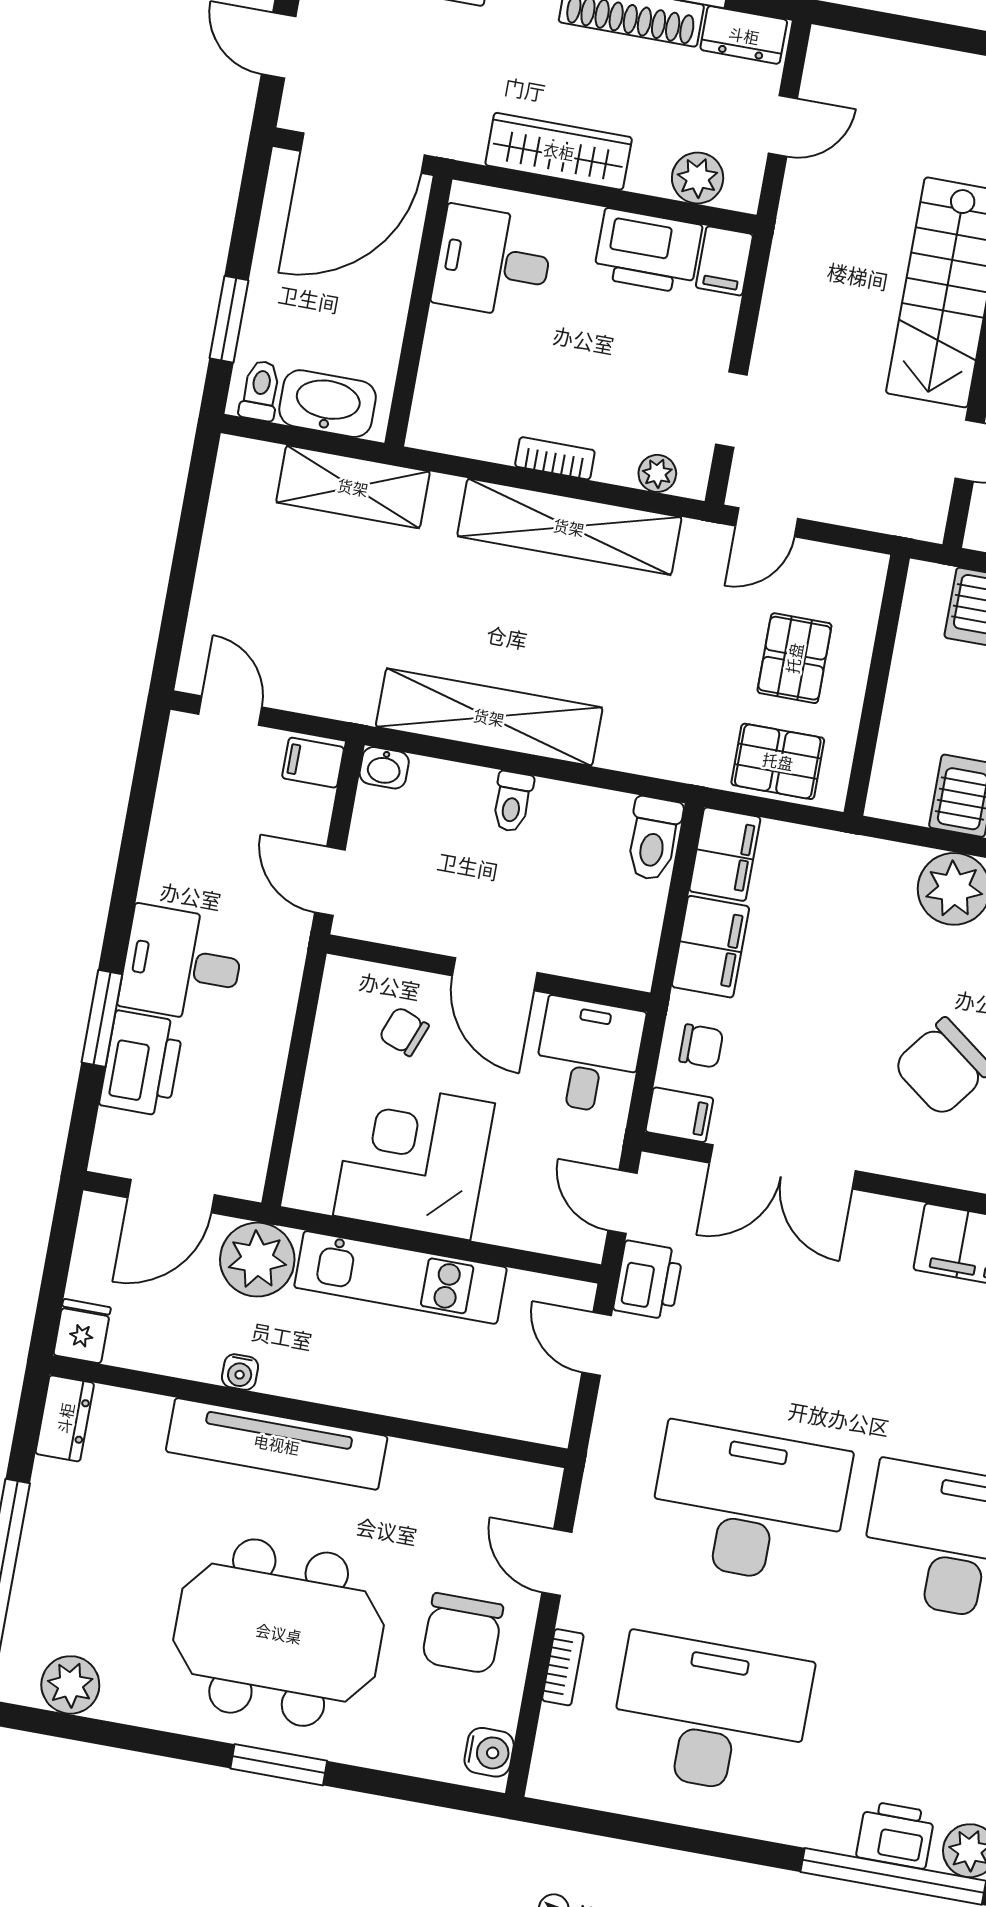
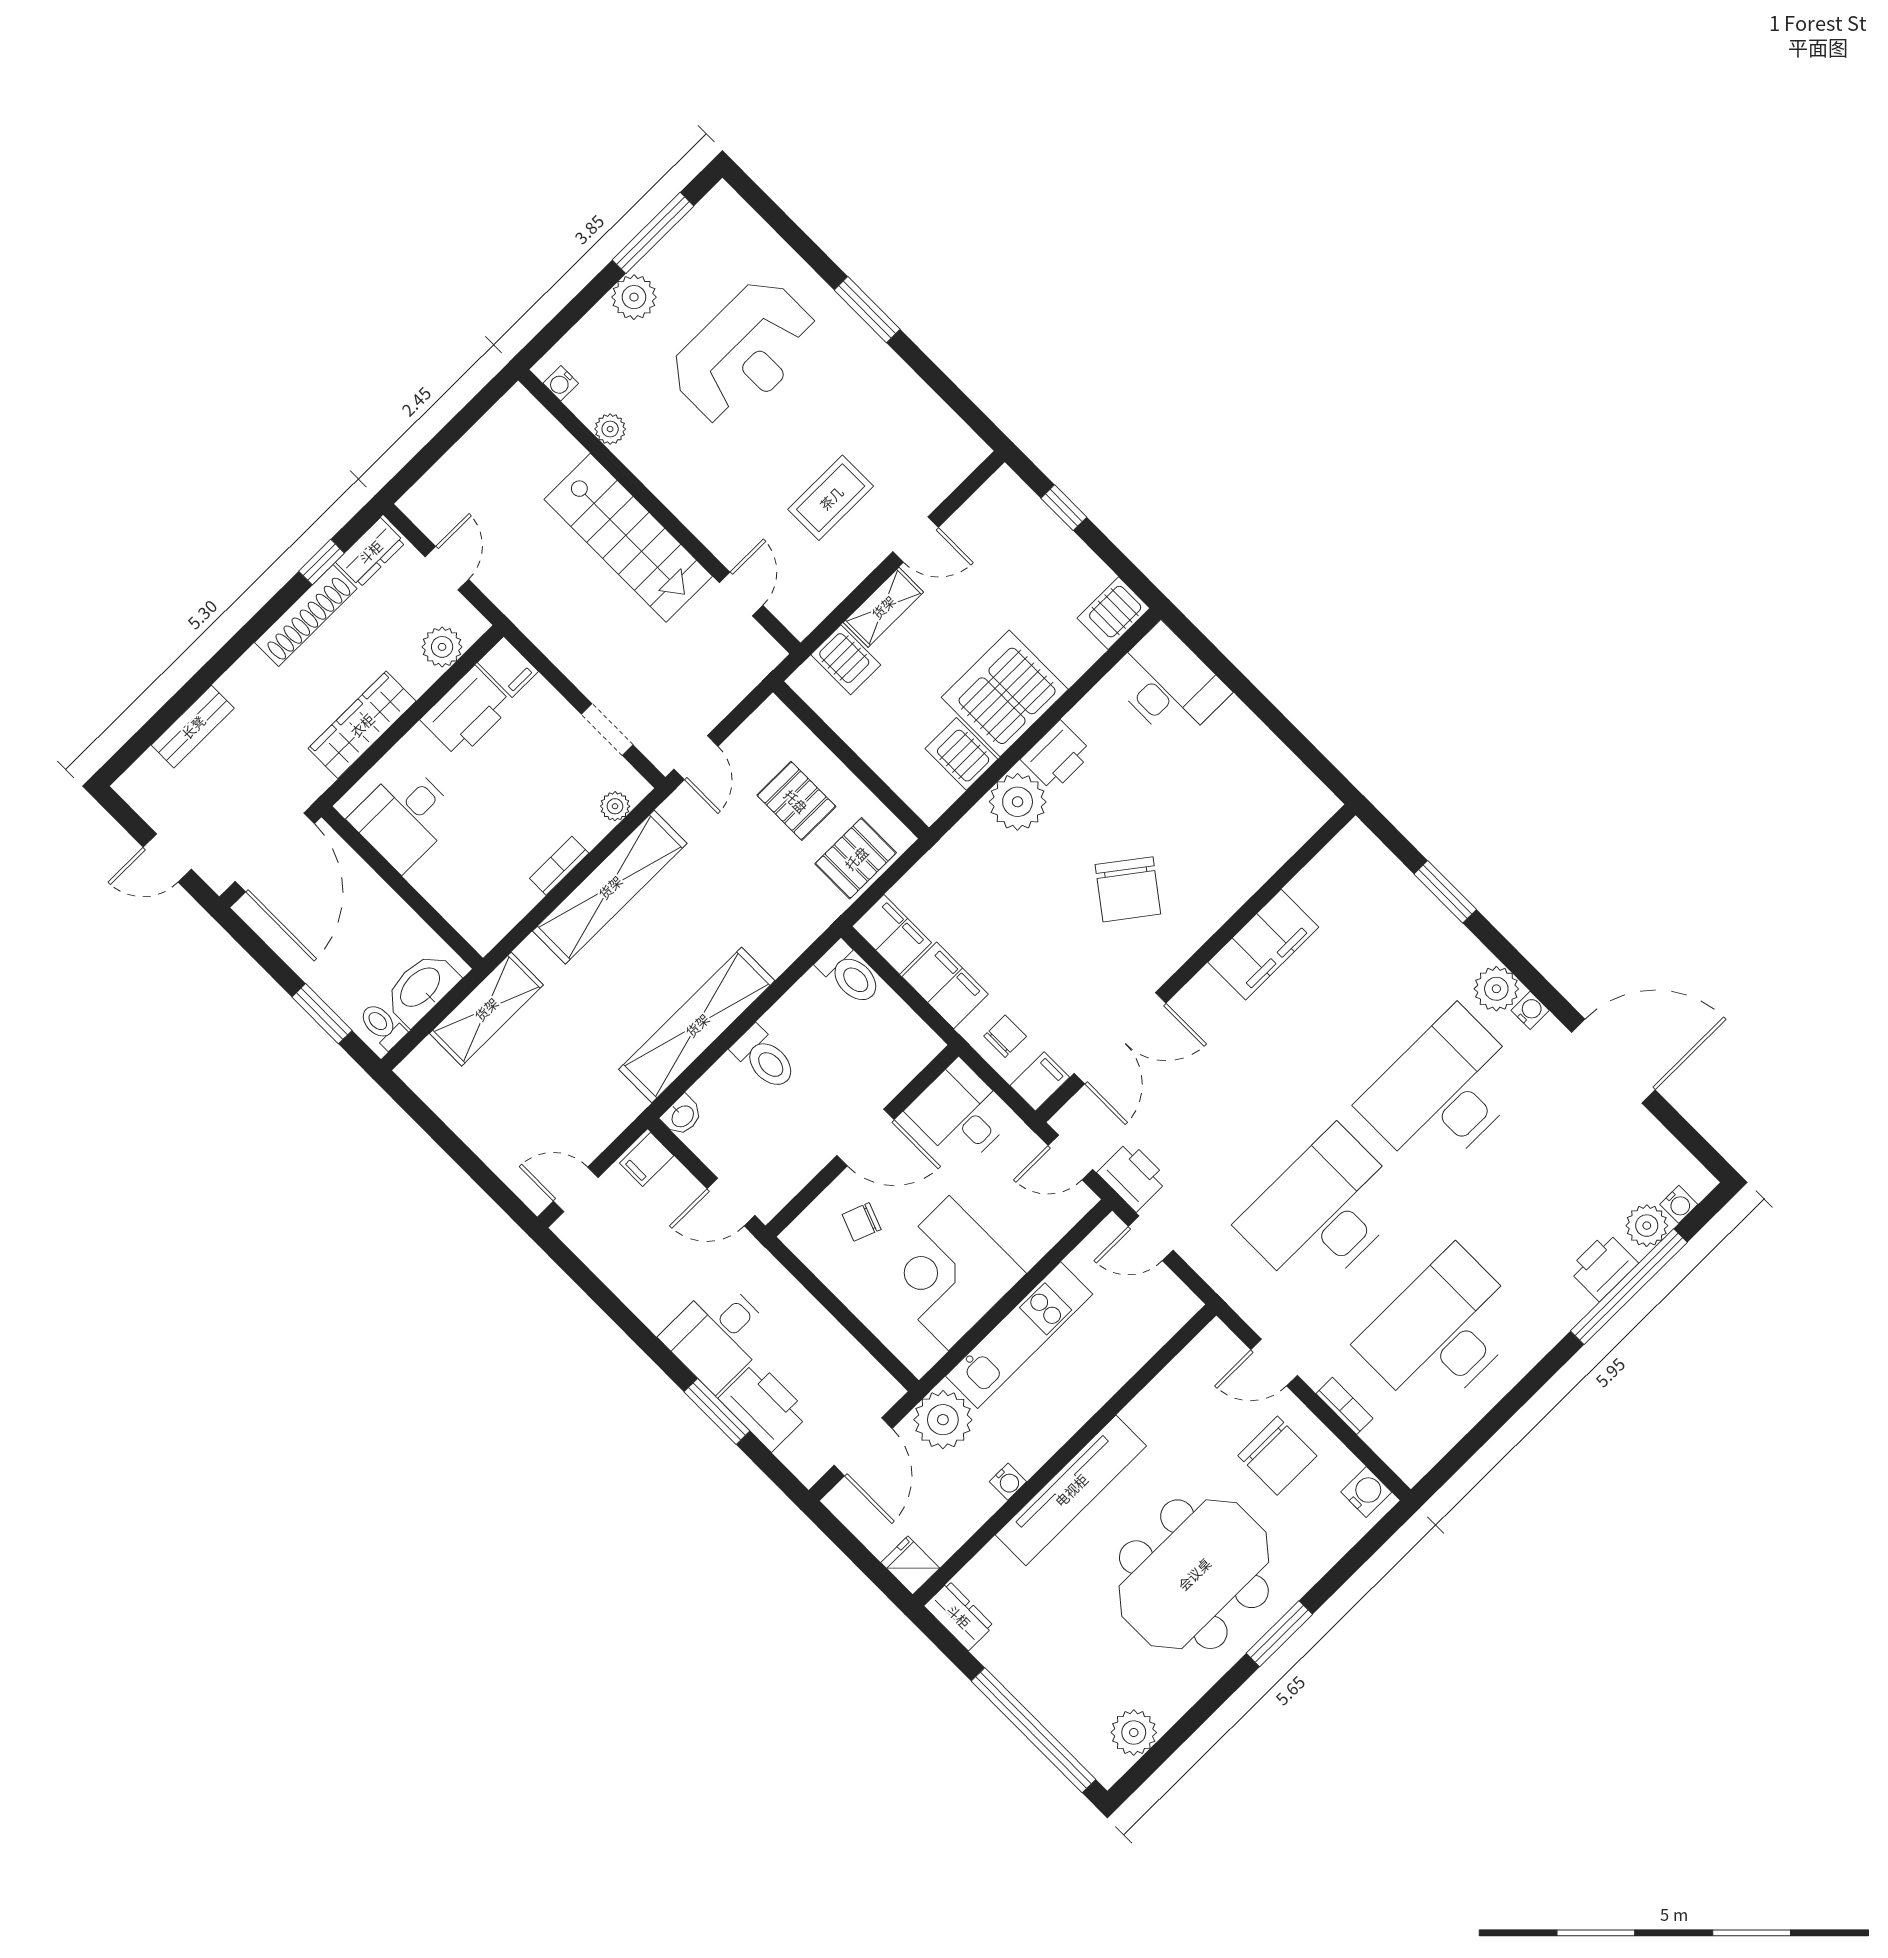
toilet: (512, 802) -> (764, 1058), width x1.37, depth x1.39

